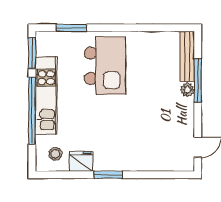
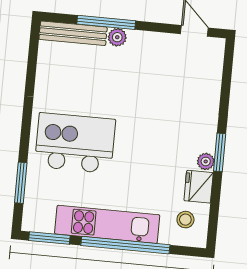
plant: (100, 165) -> (206, 161), added

